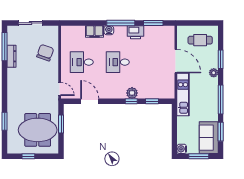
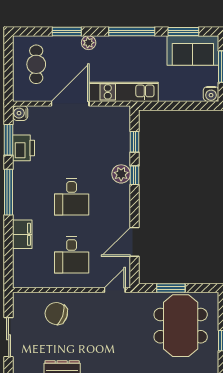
water cooler: (109, 30) -> (20, 113), moved
printer: (135, 32) -> (24, 148), moved

